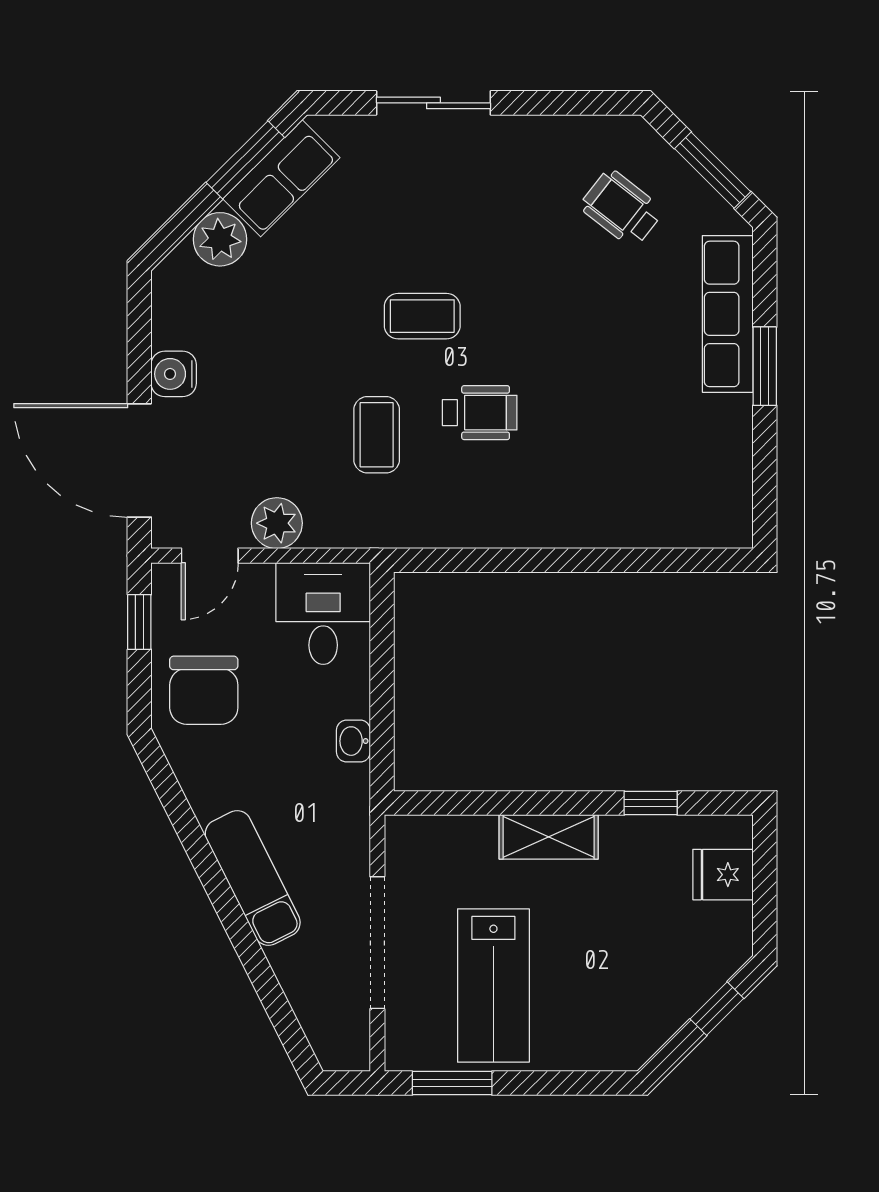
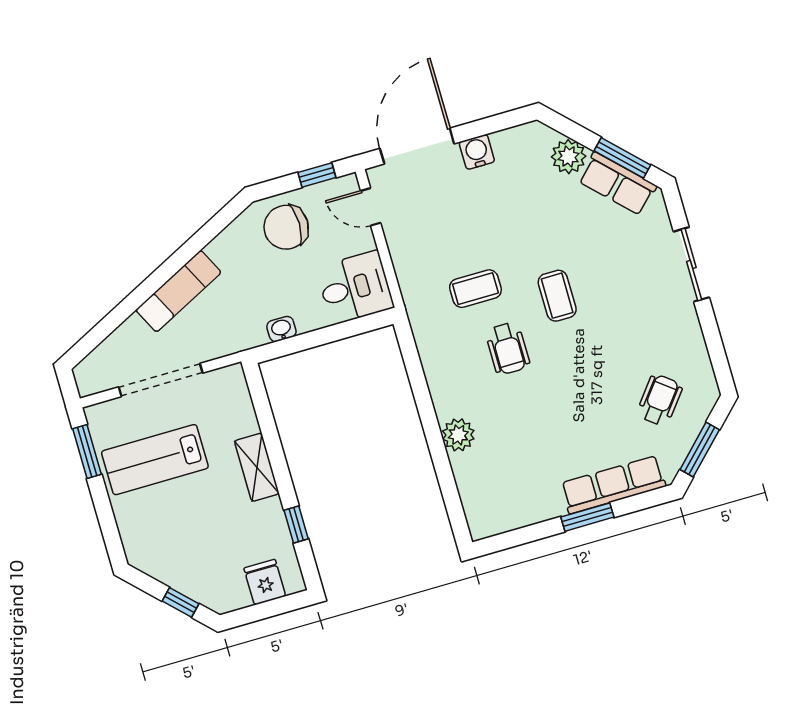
plant: (277, 523) -> (458, 435), moved

